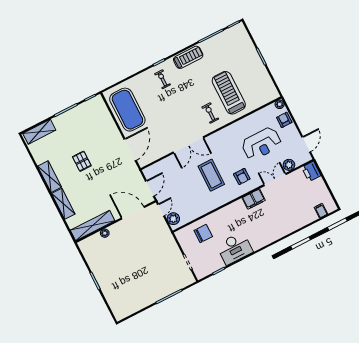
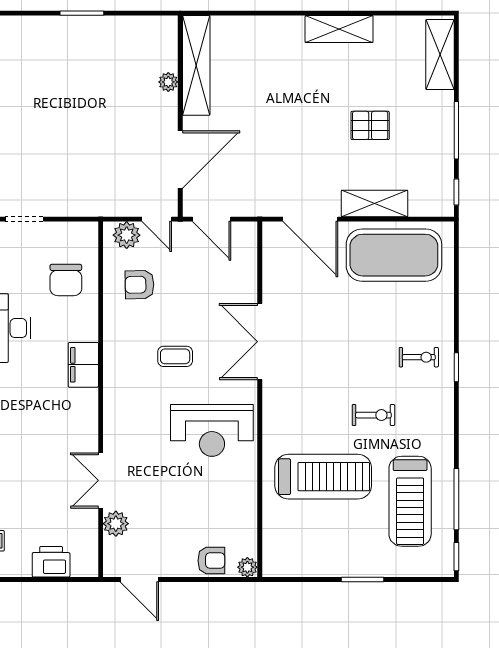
treadmill: (188, 57) -> (410, 501), moved, width x1.37, depth x1.38
exercise bike: (210, 113) -> (373, 415), moved
reception desk: (261, 144) -> (212, 430), moved, turned -90
pallet: (82, 161) -> (370, 125), moved
printer: (311, 171) -> (51, 562), moved
coffee table: (211, 175) -> (175, 356), width x0.54, depth x0.58
armchair: (242, 177) -> (140, 285), moved
double door: (275, 180) -> (101, 480), swing flipped
filing cabinet: (254, 199) -> (83, 365), moved
shelving: (63, 204) -> (375, 204), moved

